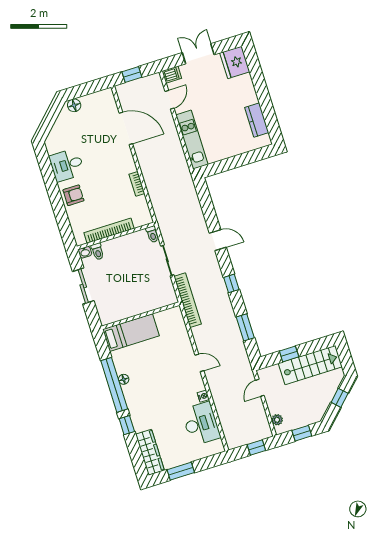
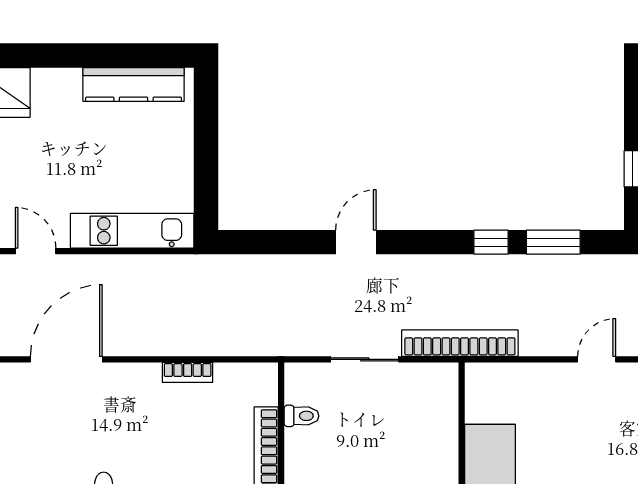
kitchen counter: (257, 120) -> (134, 84), width x1.50
toilet: (152, 234) -> (302, 416), moved
window: (231, 283) -> (491, 242), moved

